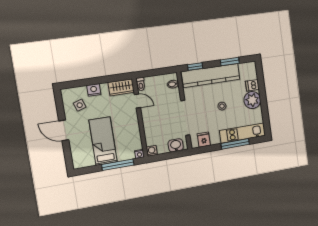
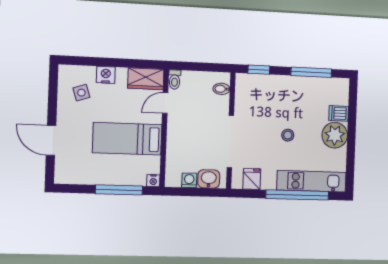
window: (230, 62) -> (311, 72), width x1.44
kitchen counter: (211, 76) -> (279, 87), removed
door: (137, 101) -> (165, 103), swing flipped
door: (64, 130) -> (51, 140), moved
bed: (103, 141) -> (127, 139), moved, turned -90
window: (235, 144) -> (297, 195), width x1.46
washing machine: (152, 151) -> (189, 180), moved

